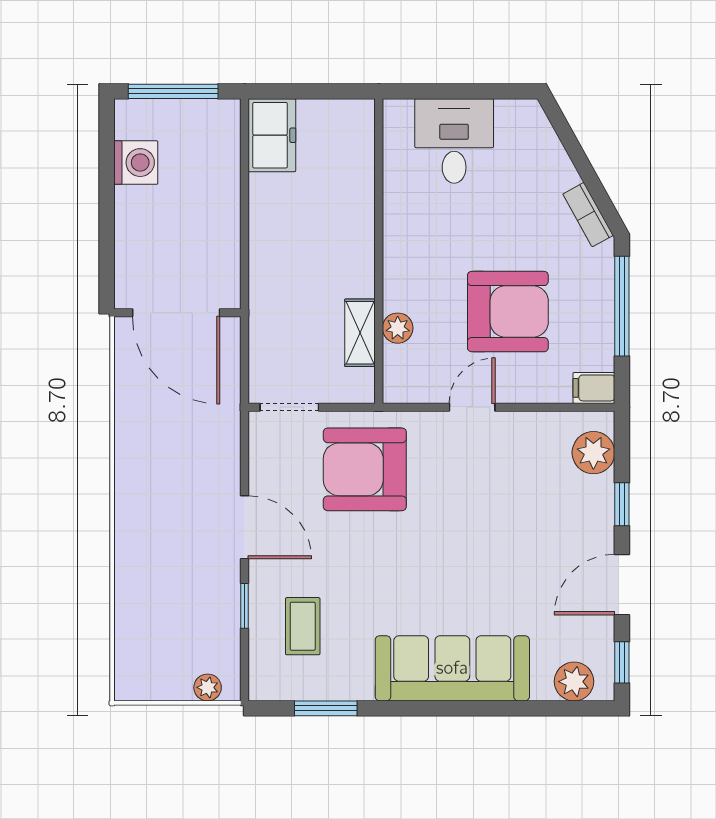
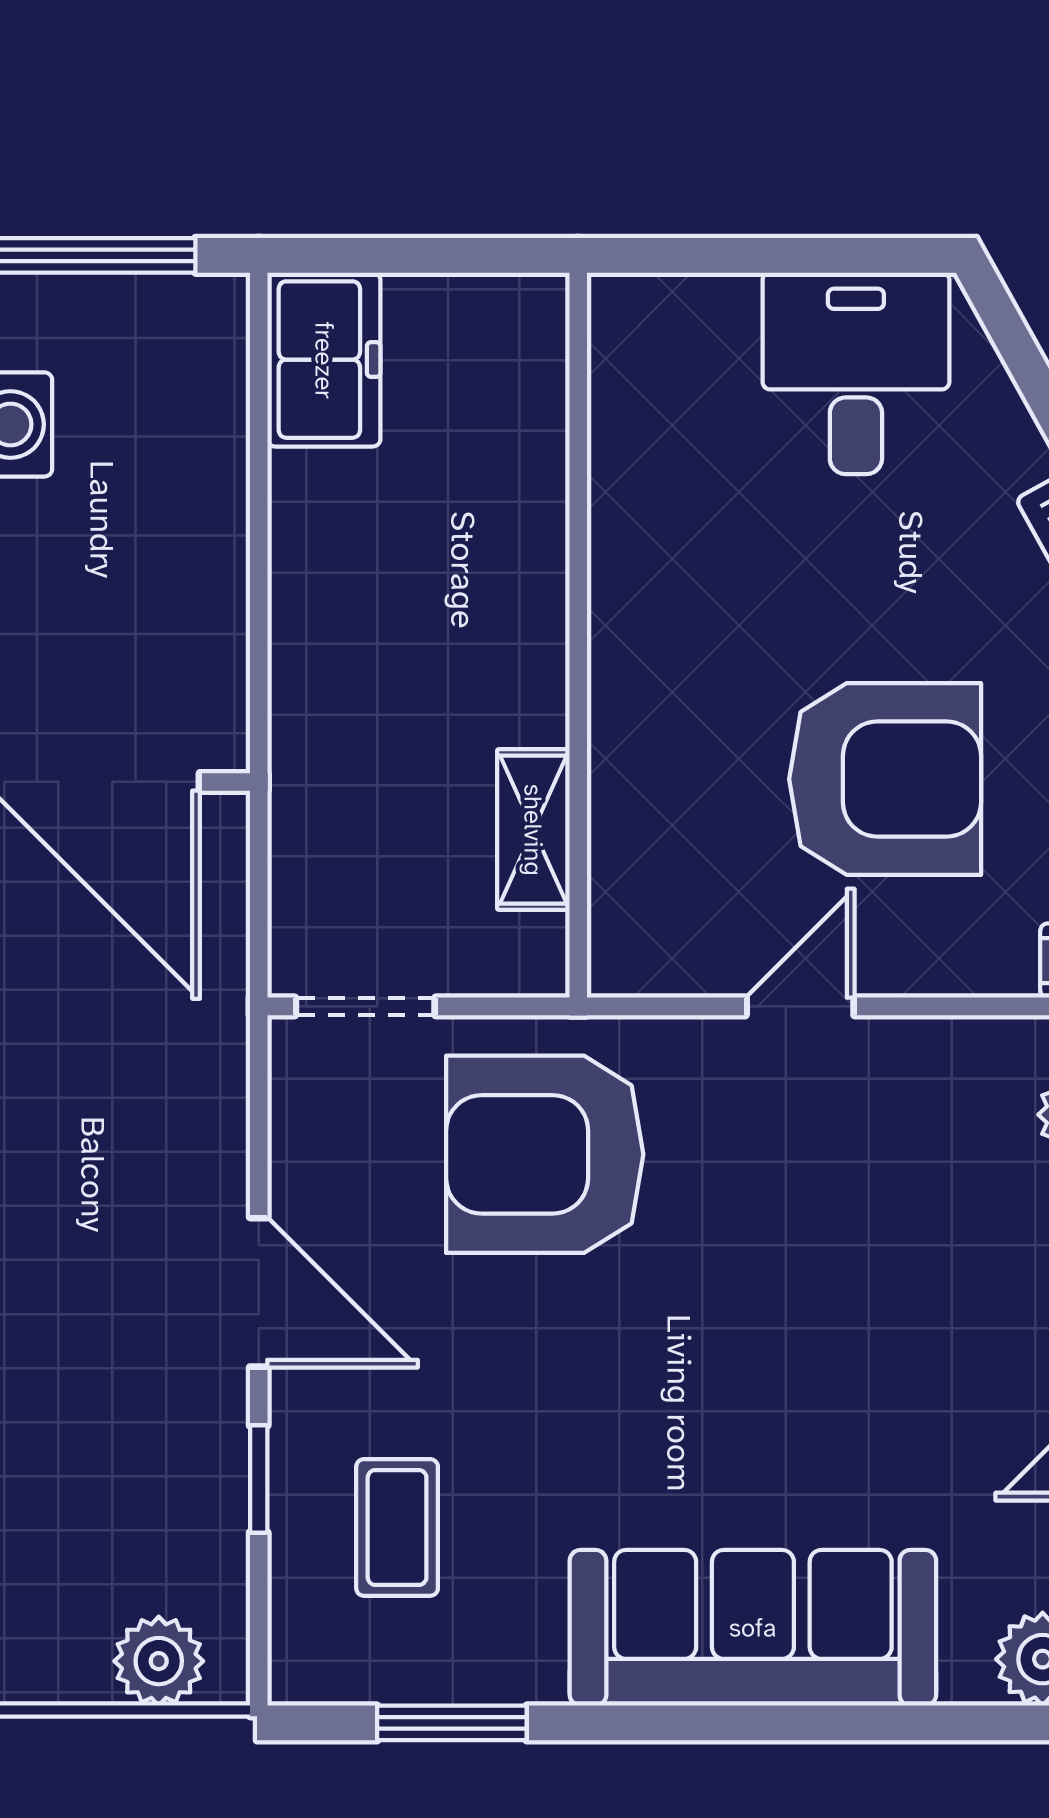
desk: (454, 141) -> (856, 373), moved
plant: (398, 328) -> (623, 818), removed
plant: (208, 687) -> (159, 1661), width x1.38, depth x1.38

